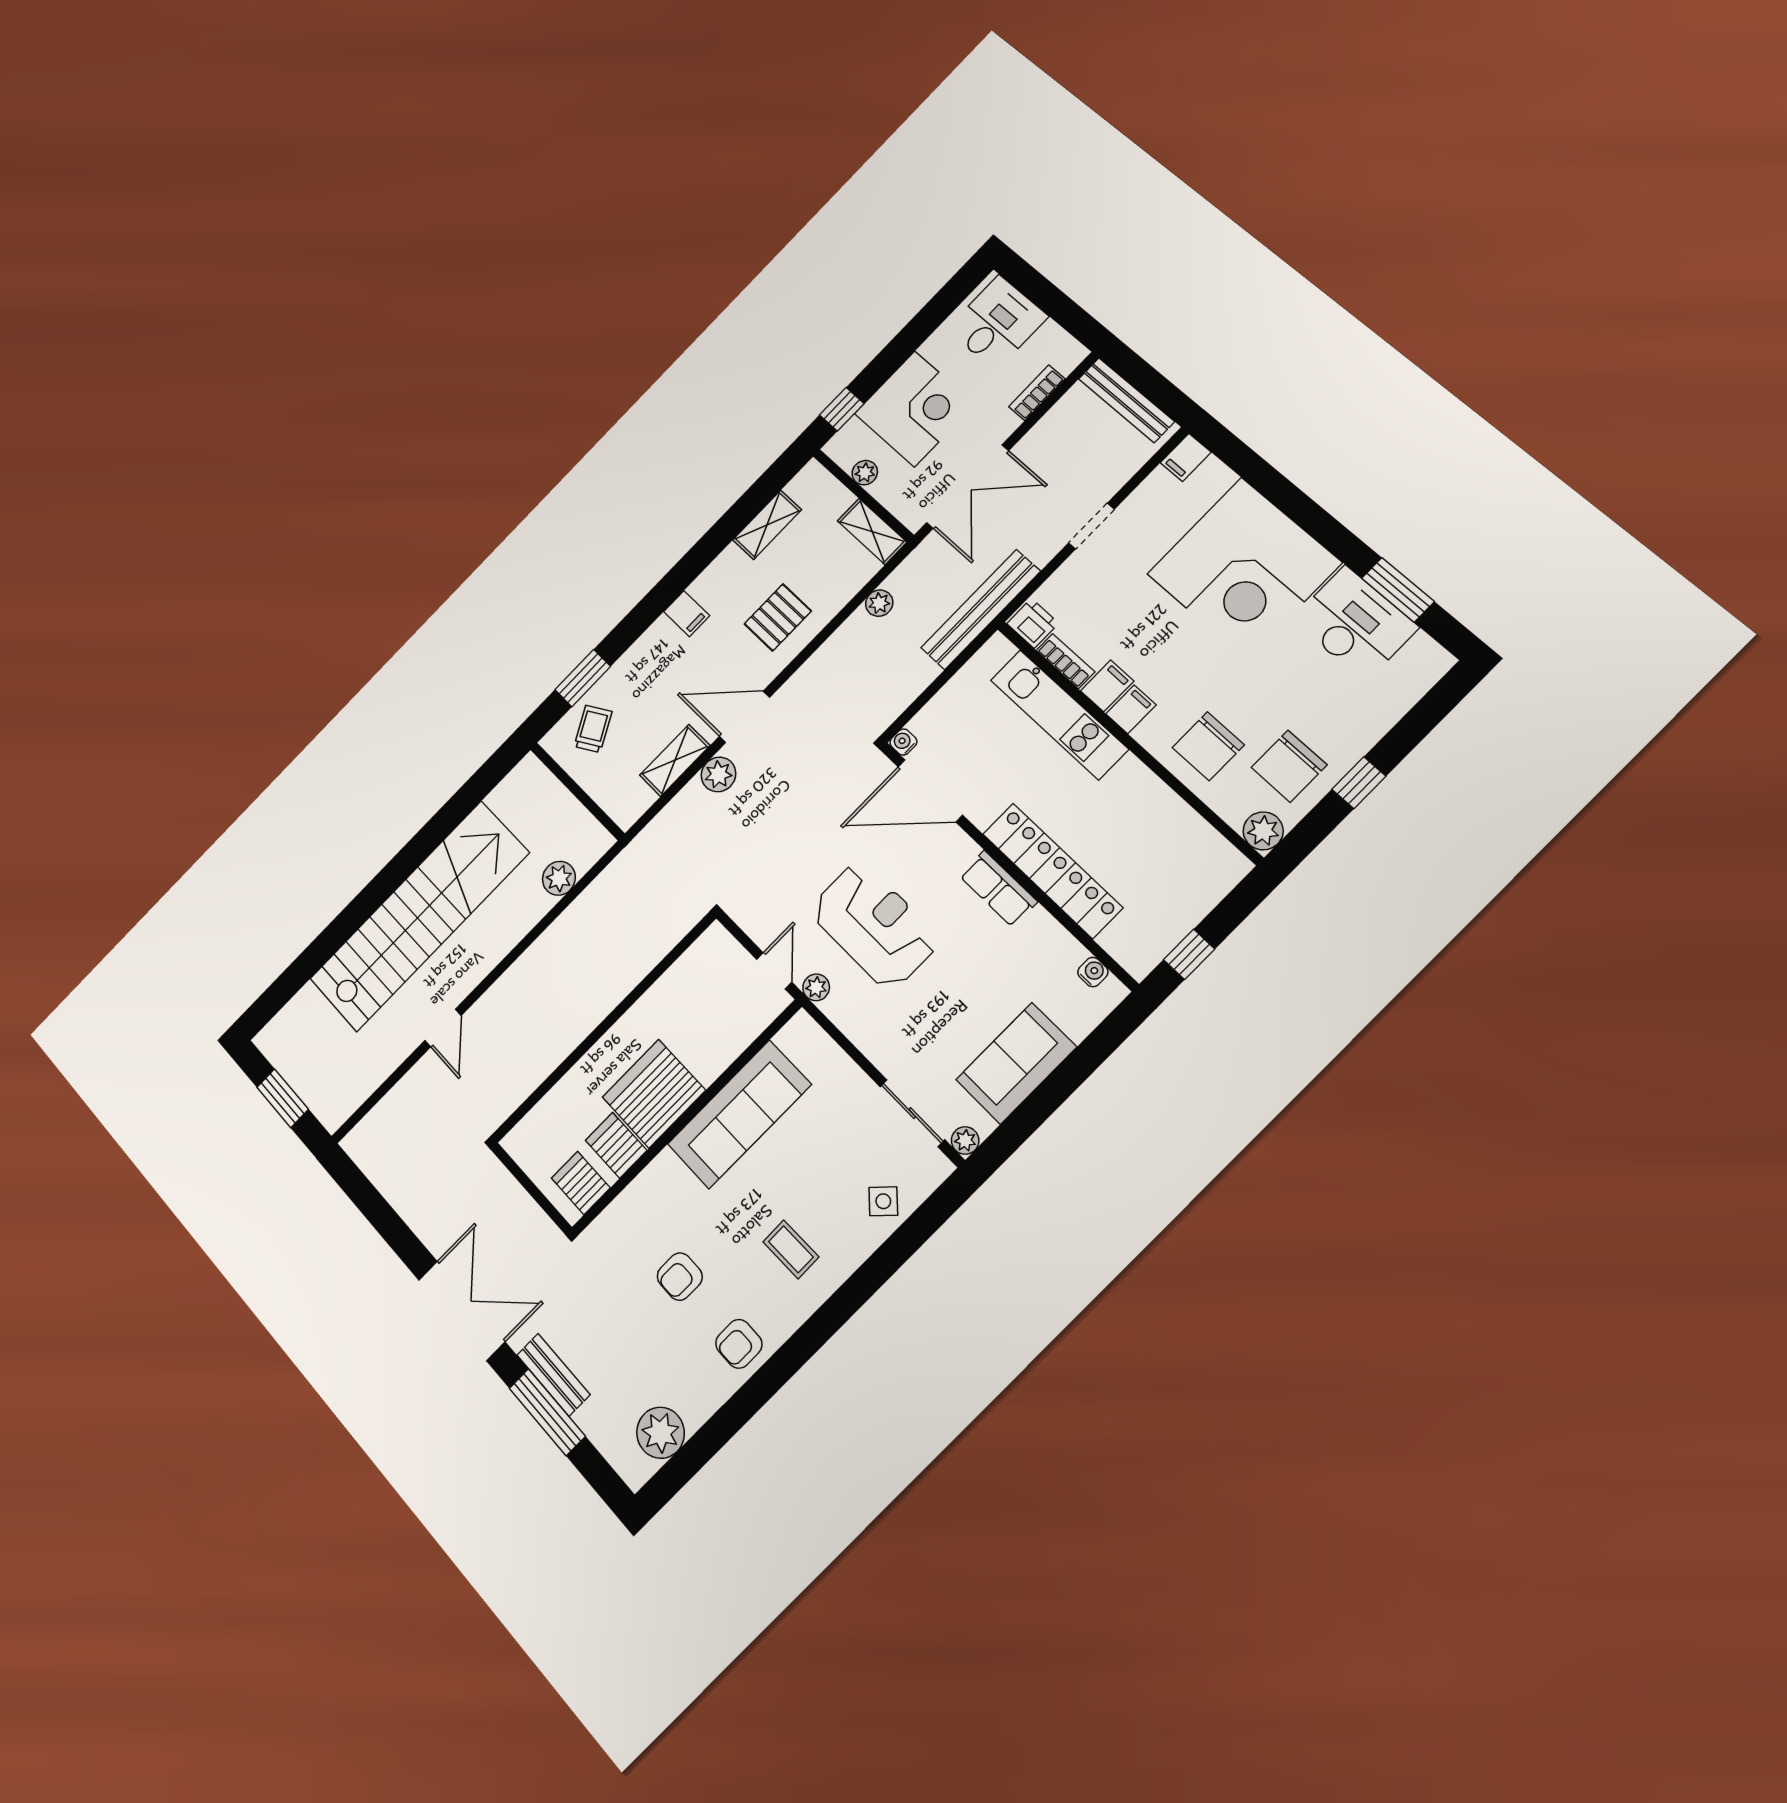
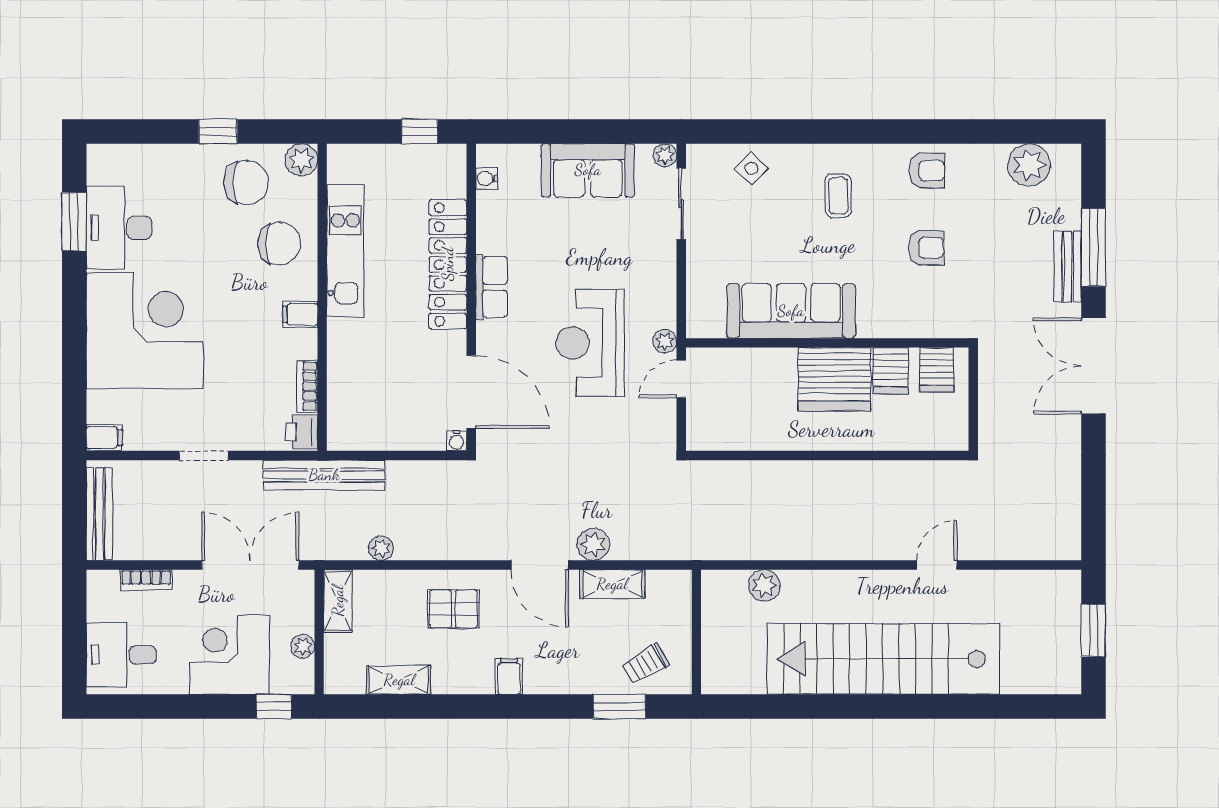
filing cabinet: (1107, 686) -> (299, 344), removed
kitchen unit: (1059, 714) -> (345, 251), moved

